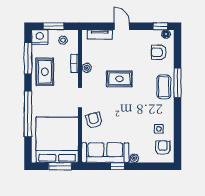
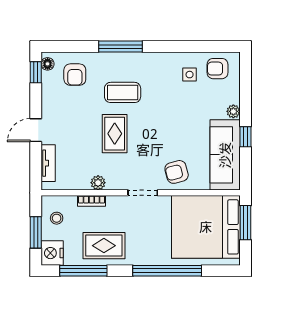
coffee table: (164, 87) -> (123, 92), moved

